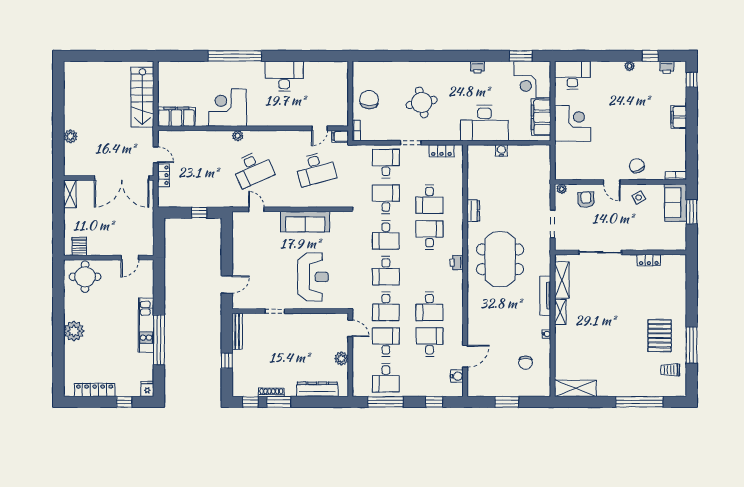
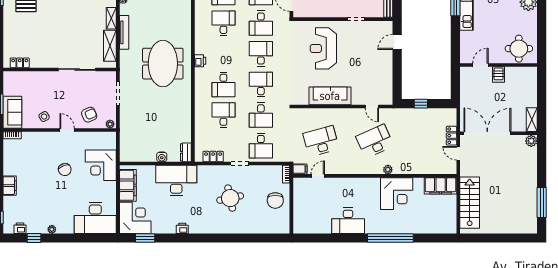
desk: (572, 75) -> (95, 218), width x1.36, depth x1.30
window: (58, 97) -> (542, 203), added
corner desk: (572, 123) -> (101, 165), moved
plant: (71, 136) -> (531, 141), moved
chair: (637, 166) -> (65, 170), moved
armchair: (586, 200) -> (89, 115), turned -111
dresser: (473, 211) -> (186, 152), moved
server rack: (79, 246) -> (499, 75), moved
locker: (649, 260) -> (20, 63), moved
desk: (386, 306) -> (261, 23), turned 180

